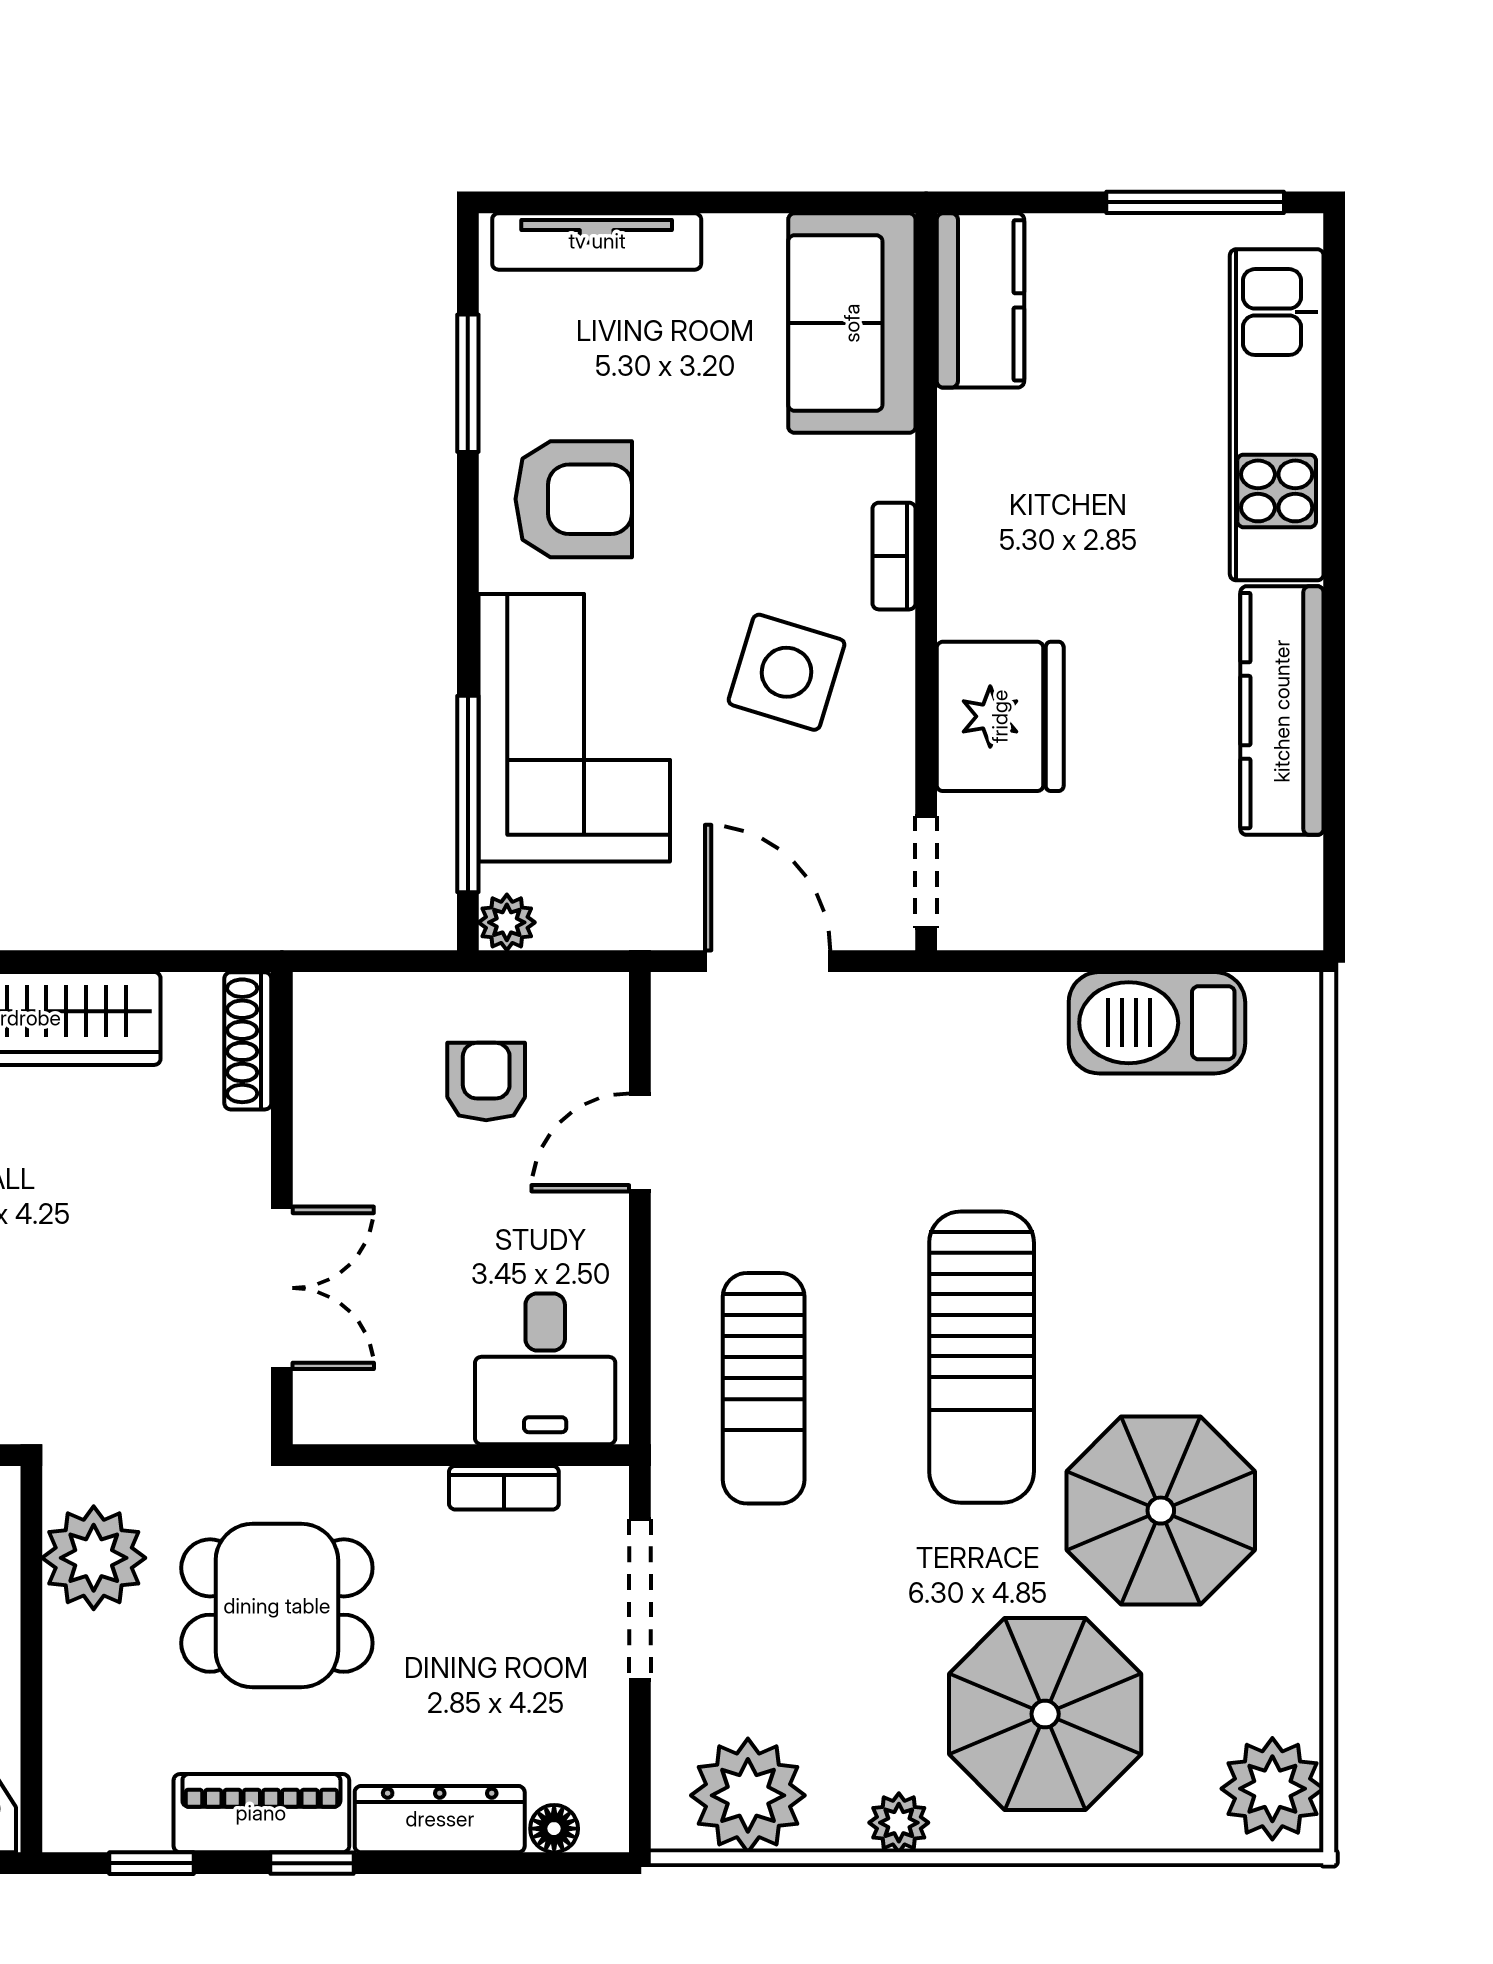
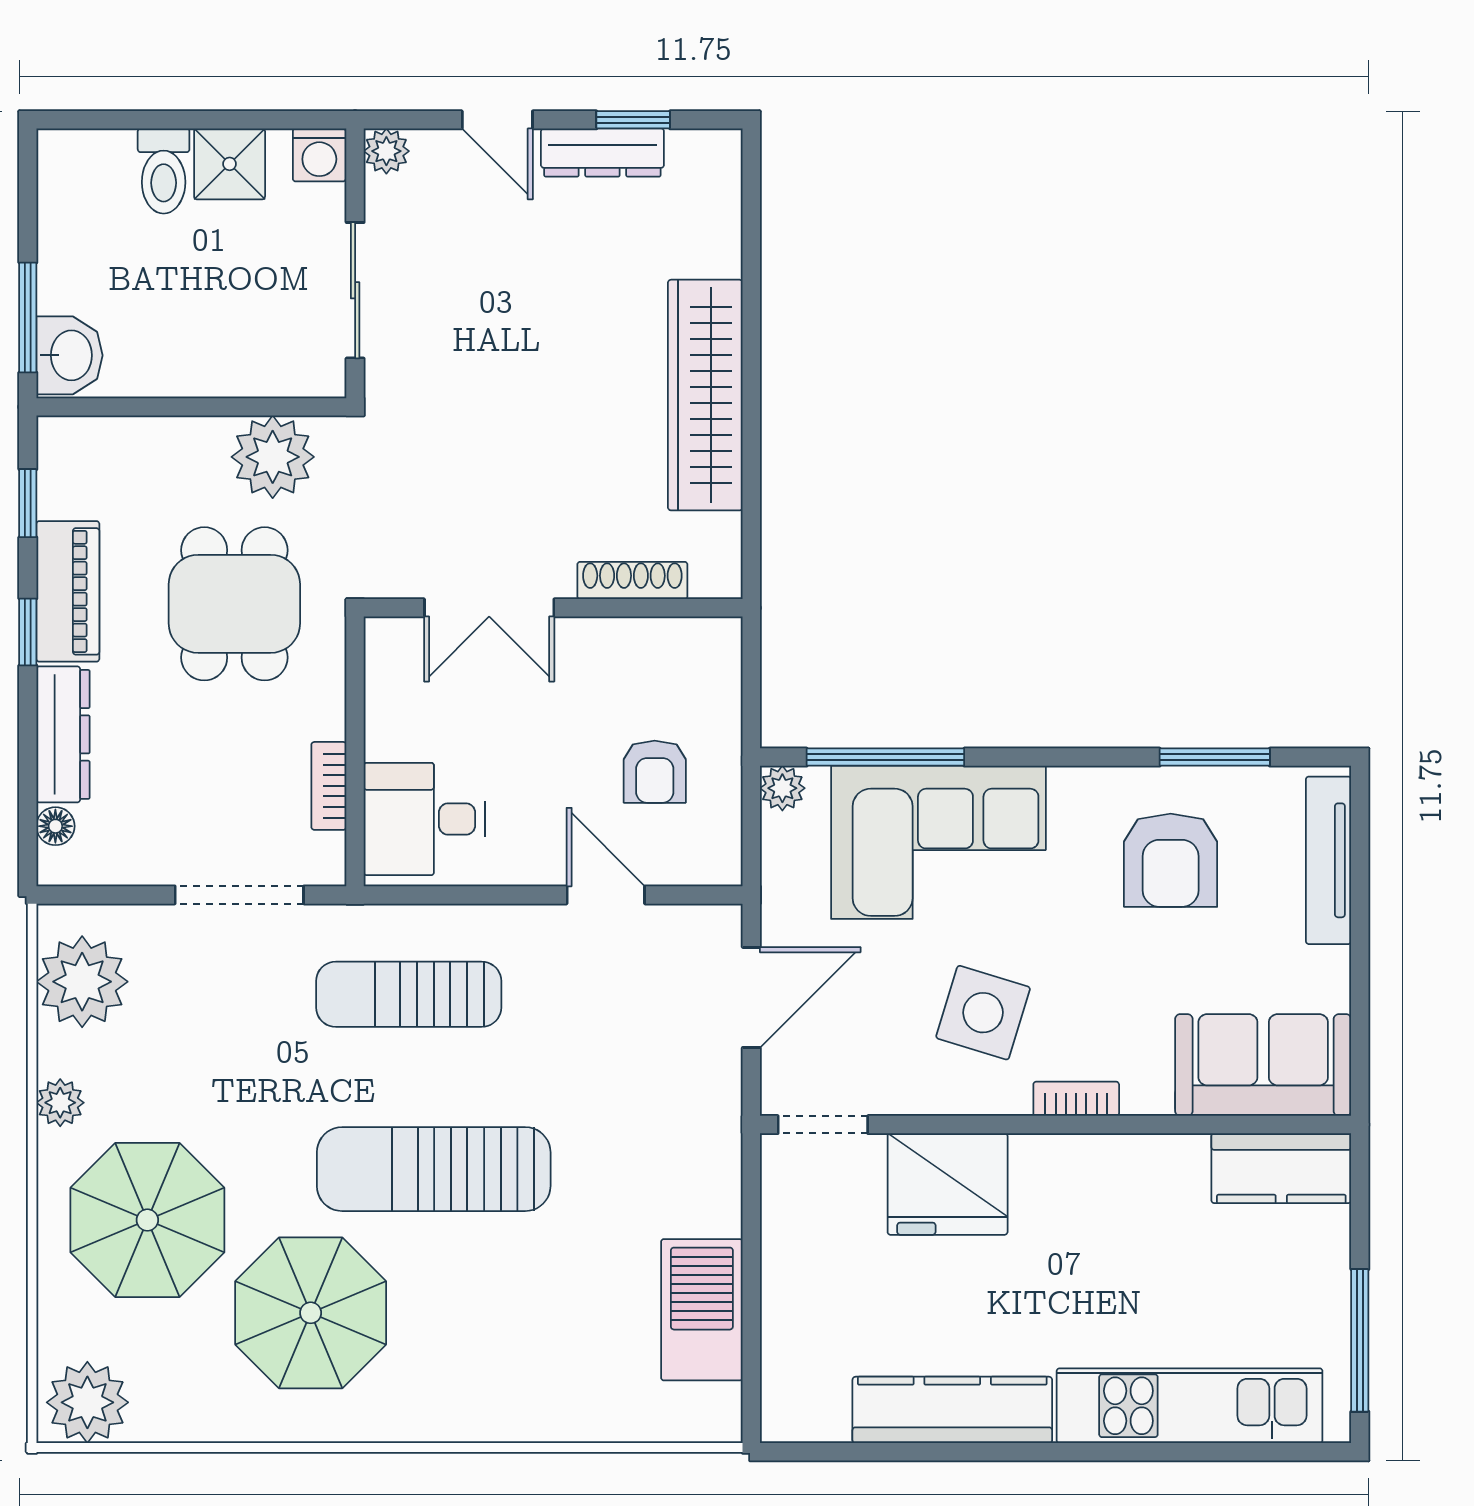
armchair: (574, 499) -> (1171, 860), moved
shoe rack: (248, 1041) -> (632, 580), moved
armchair: (486, 1081) -> (655, 772), turned 90

